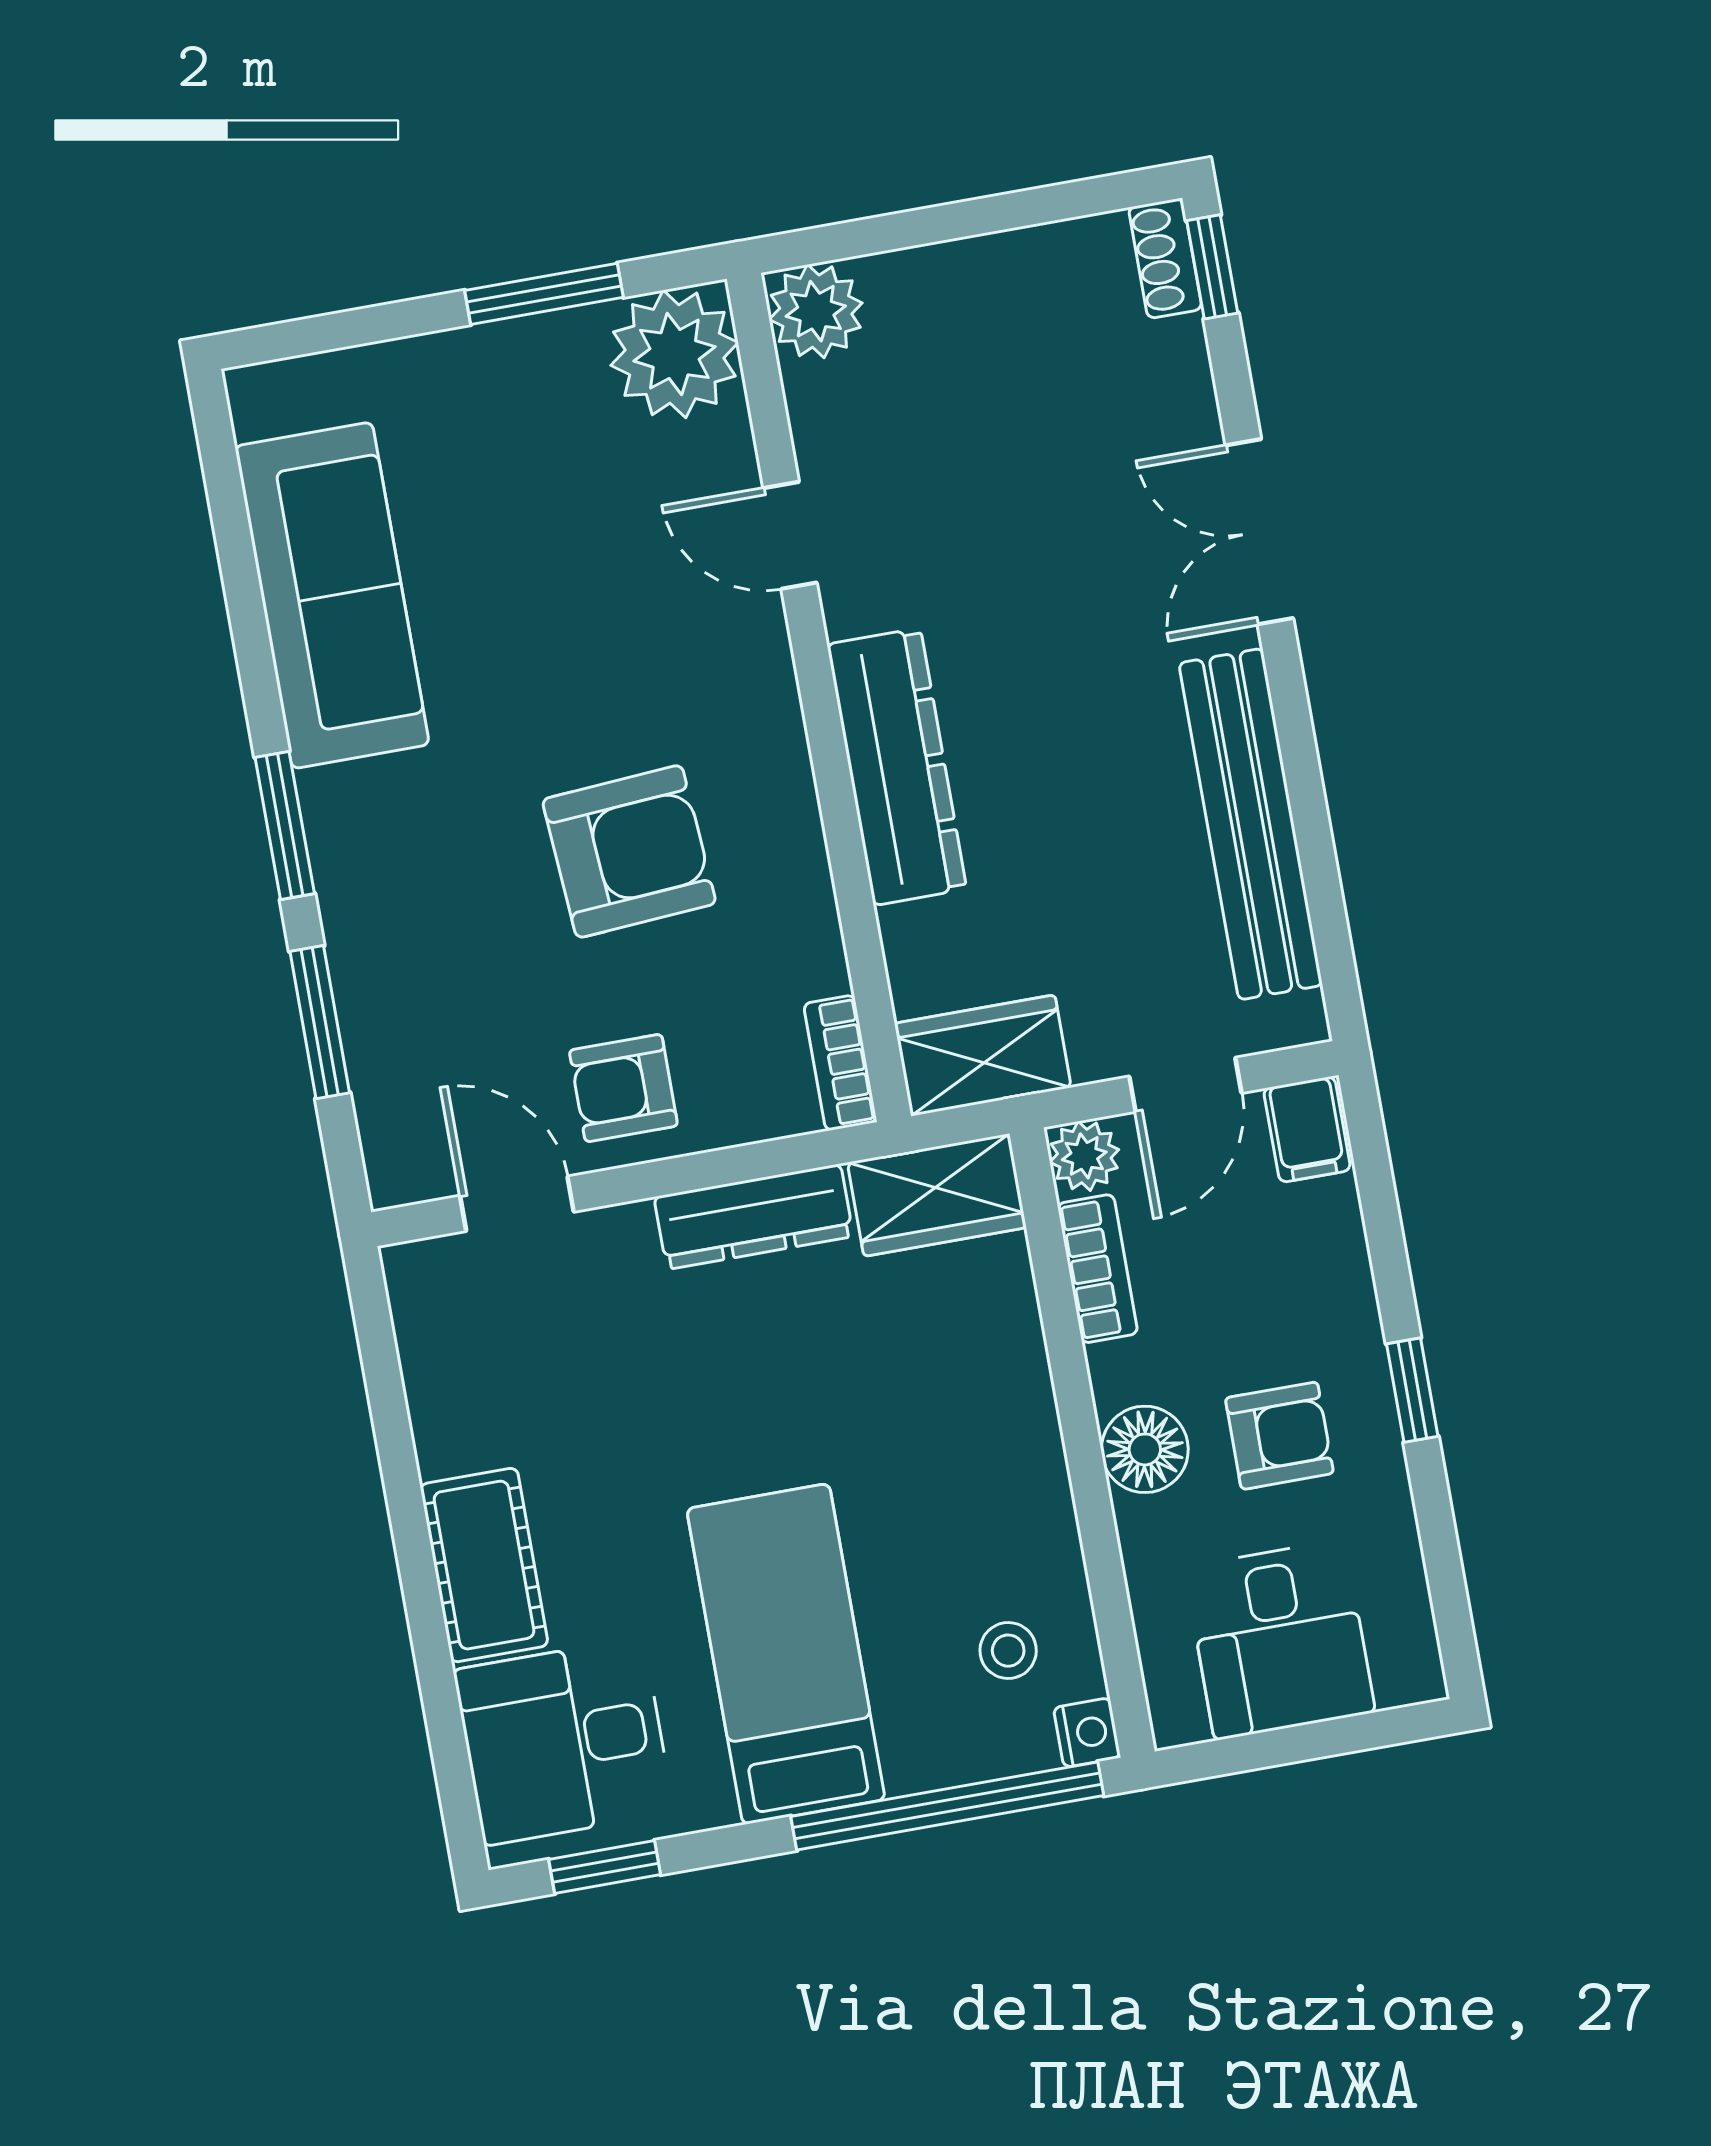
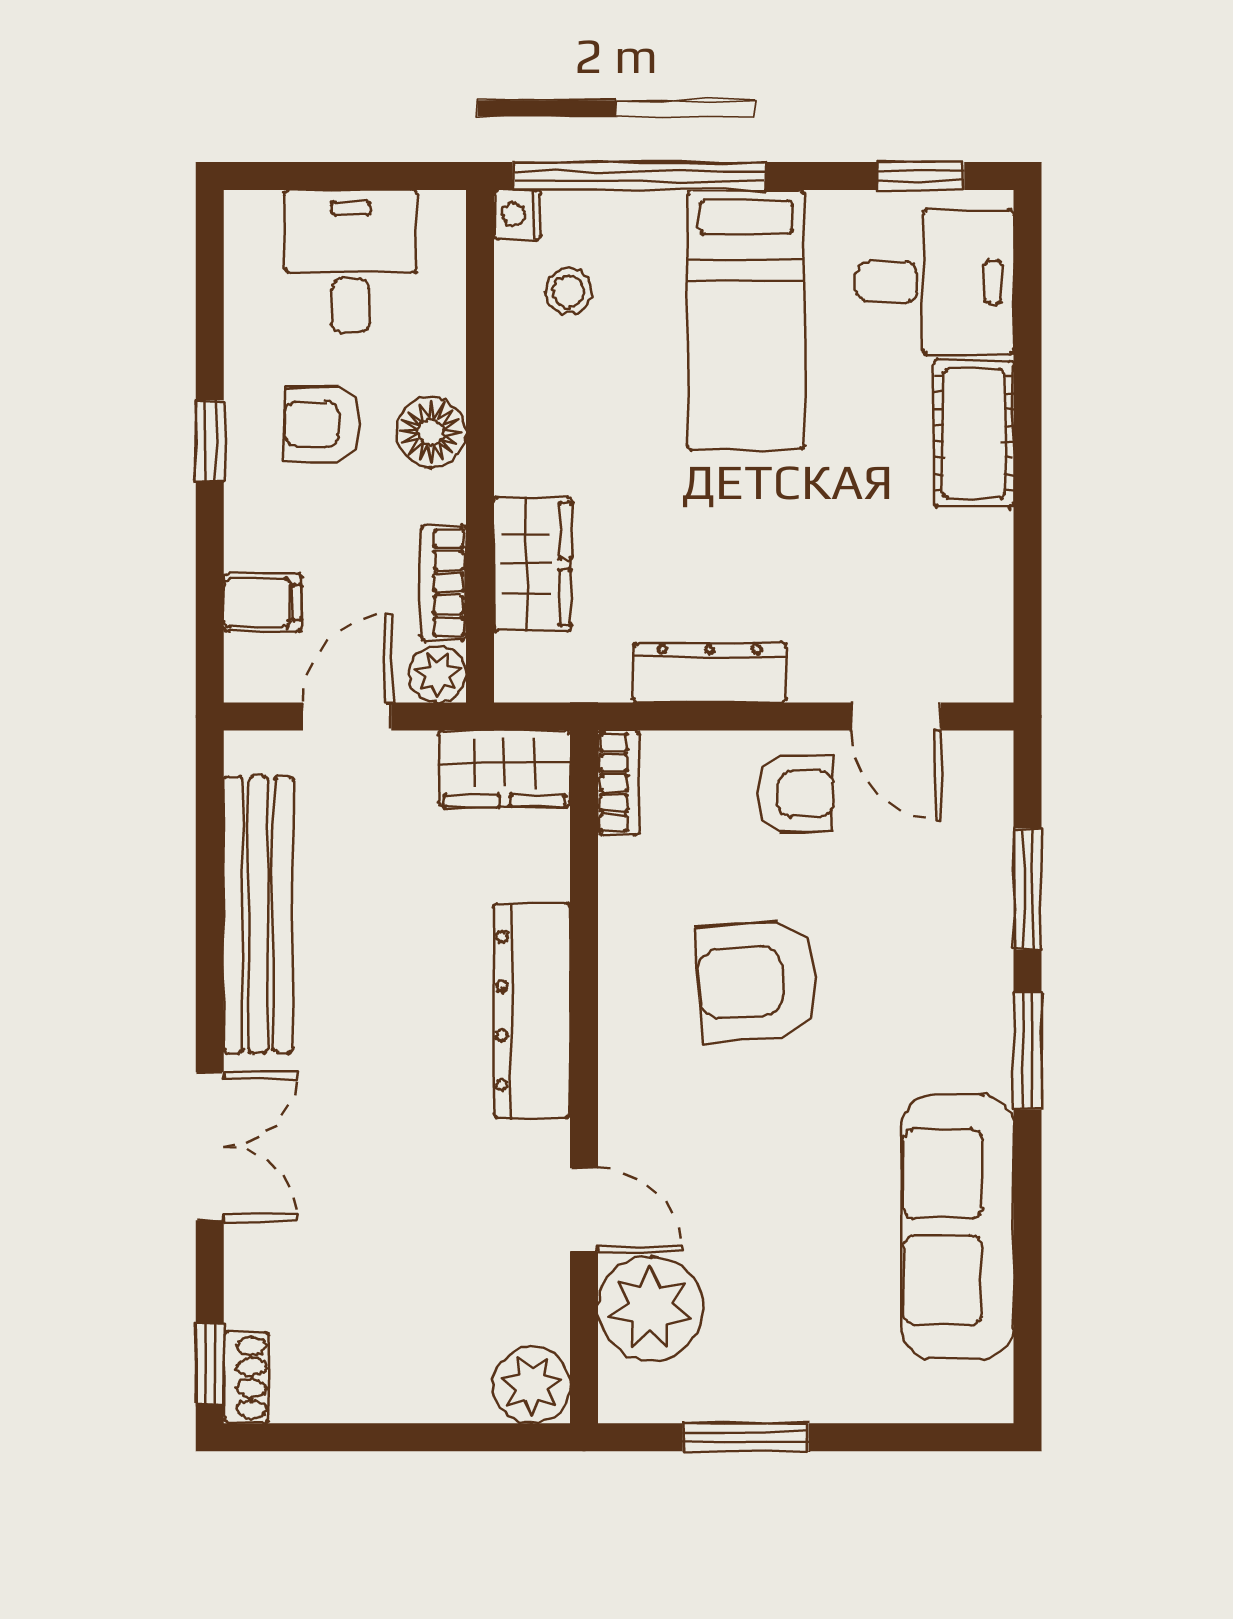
plant: (674, 354) -> (650, 1308), moved
filing cabinet: (1307, 1129) -> (263, 602), moved, turned 90
wardrobe: (937, 1195) -> (533, 564), moved, turned 90

